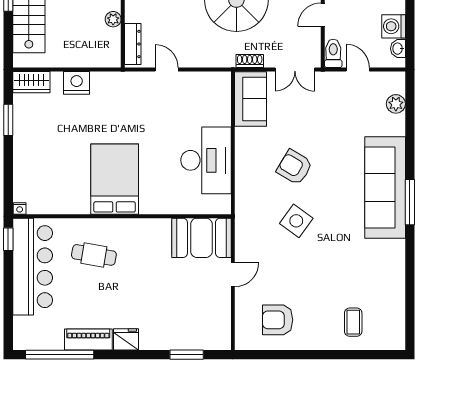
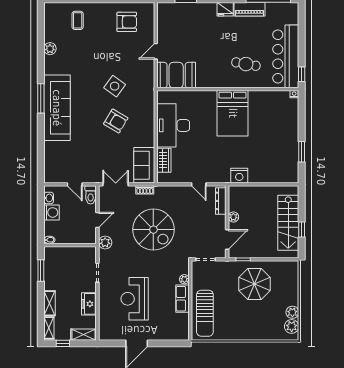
wardrobe: (31, 82) -> (164, 160), moved, turned 90
nightstand: (77, 83) -> (239, 176), moved
plant: (396, 104) -> (50, 49), moved

